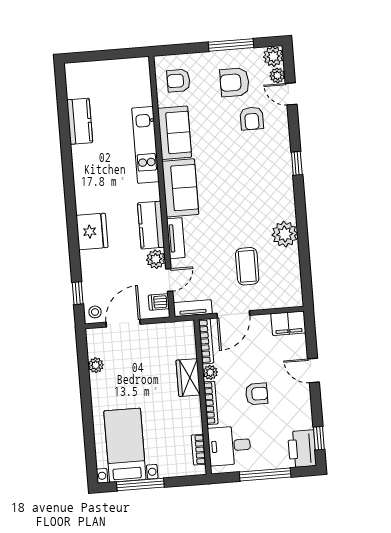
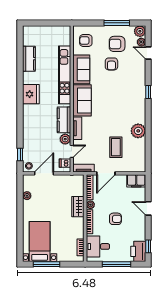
armchair: (252, 118) -> (111, 64), moved
kitchen unit: (145, 145) -> (65, 75), width x1.36
fridge: (92, 231) -> (31, 94), moved

